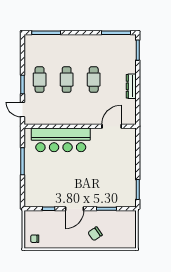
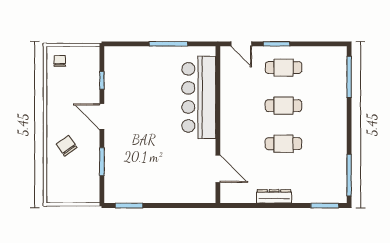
door: (23, 110) -> (241, 44), swing flipped

